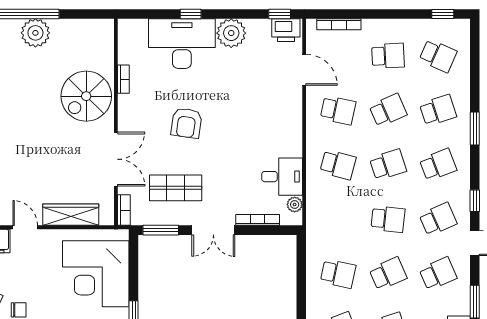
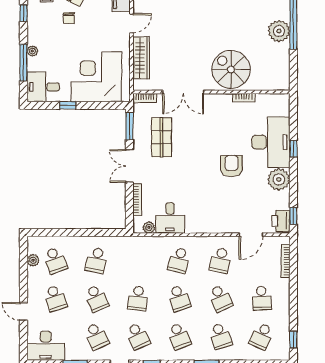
armchair: (186, 123) -> (232, 166), moved, turned 82

